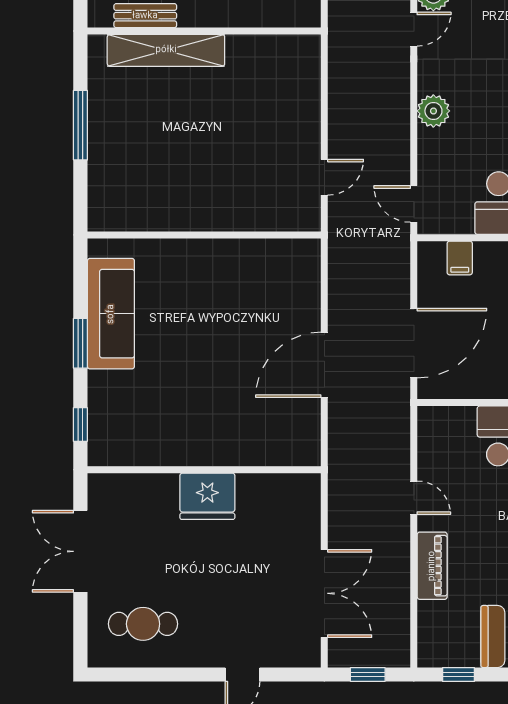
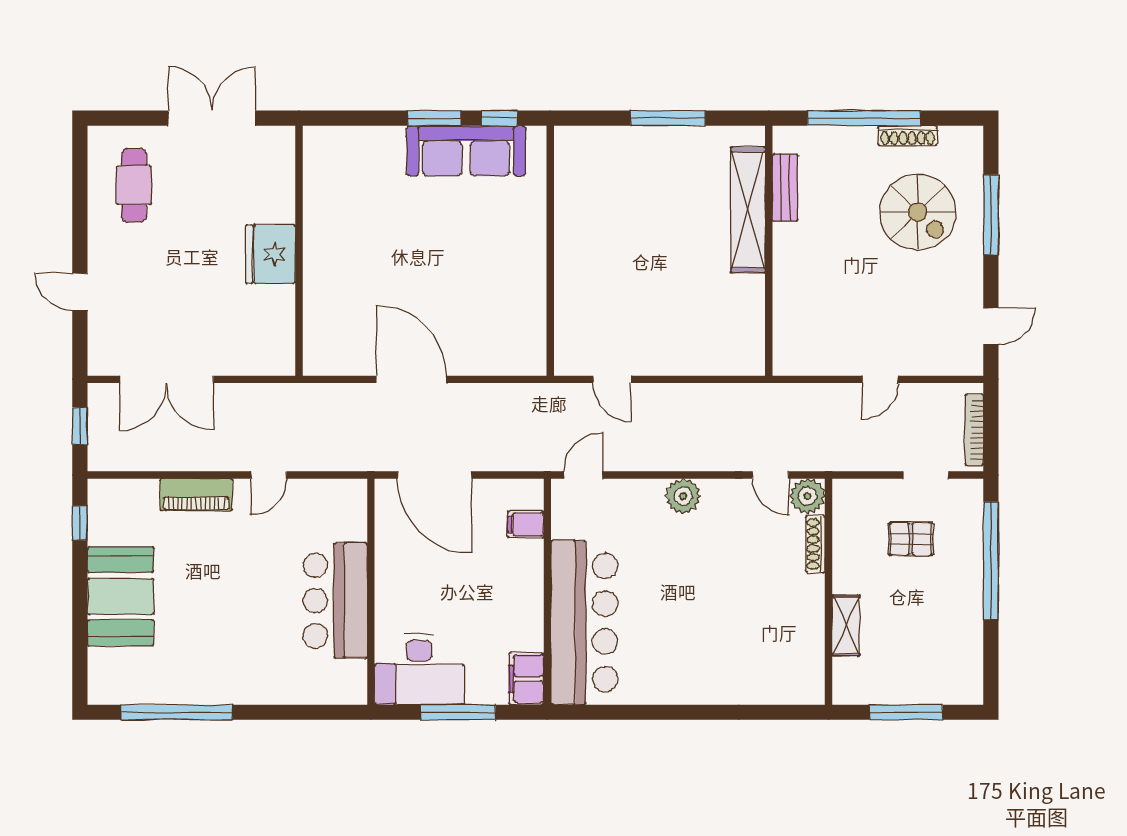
window: (80, 424) -> (500, 118), moved

